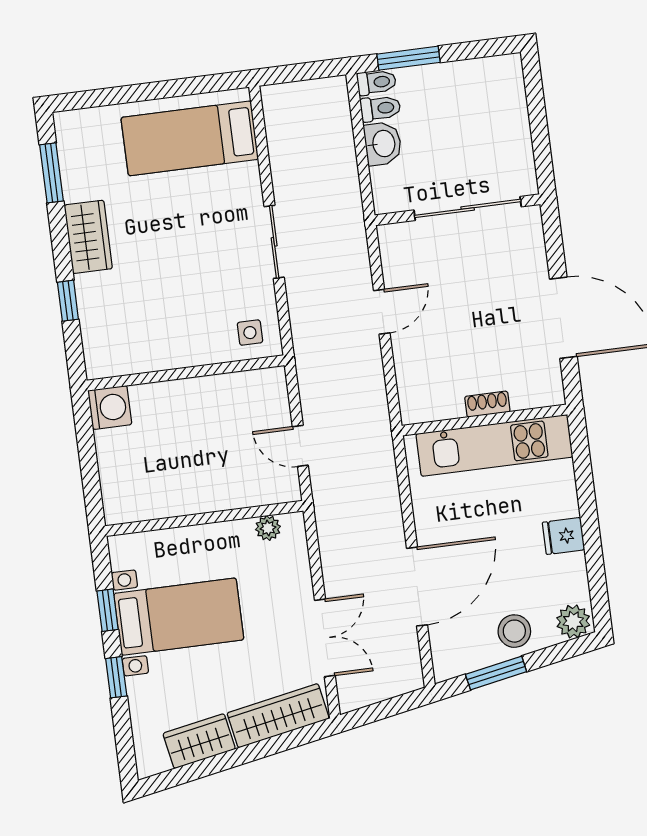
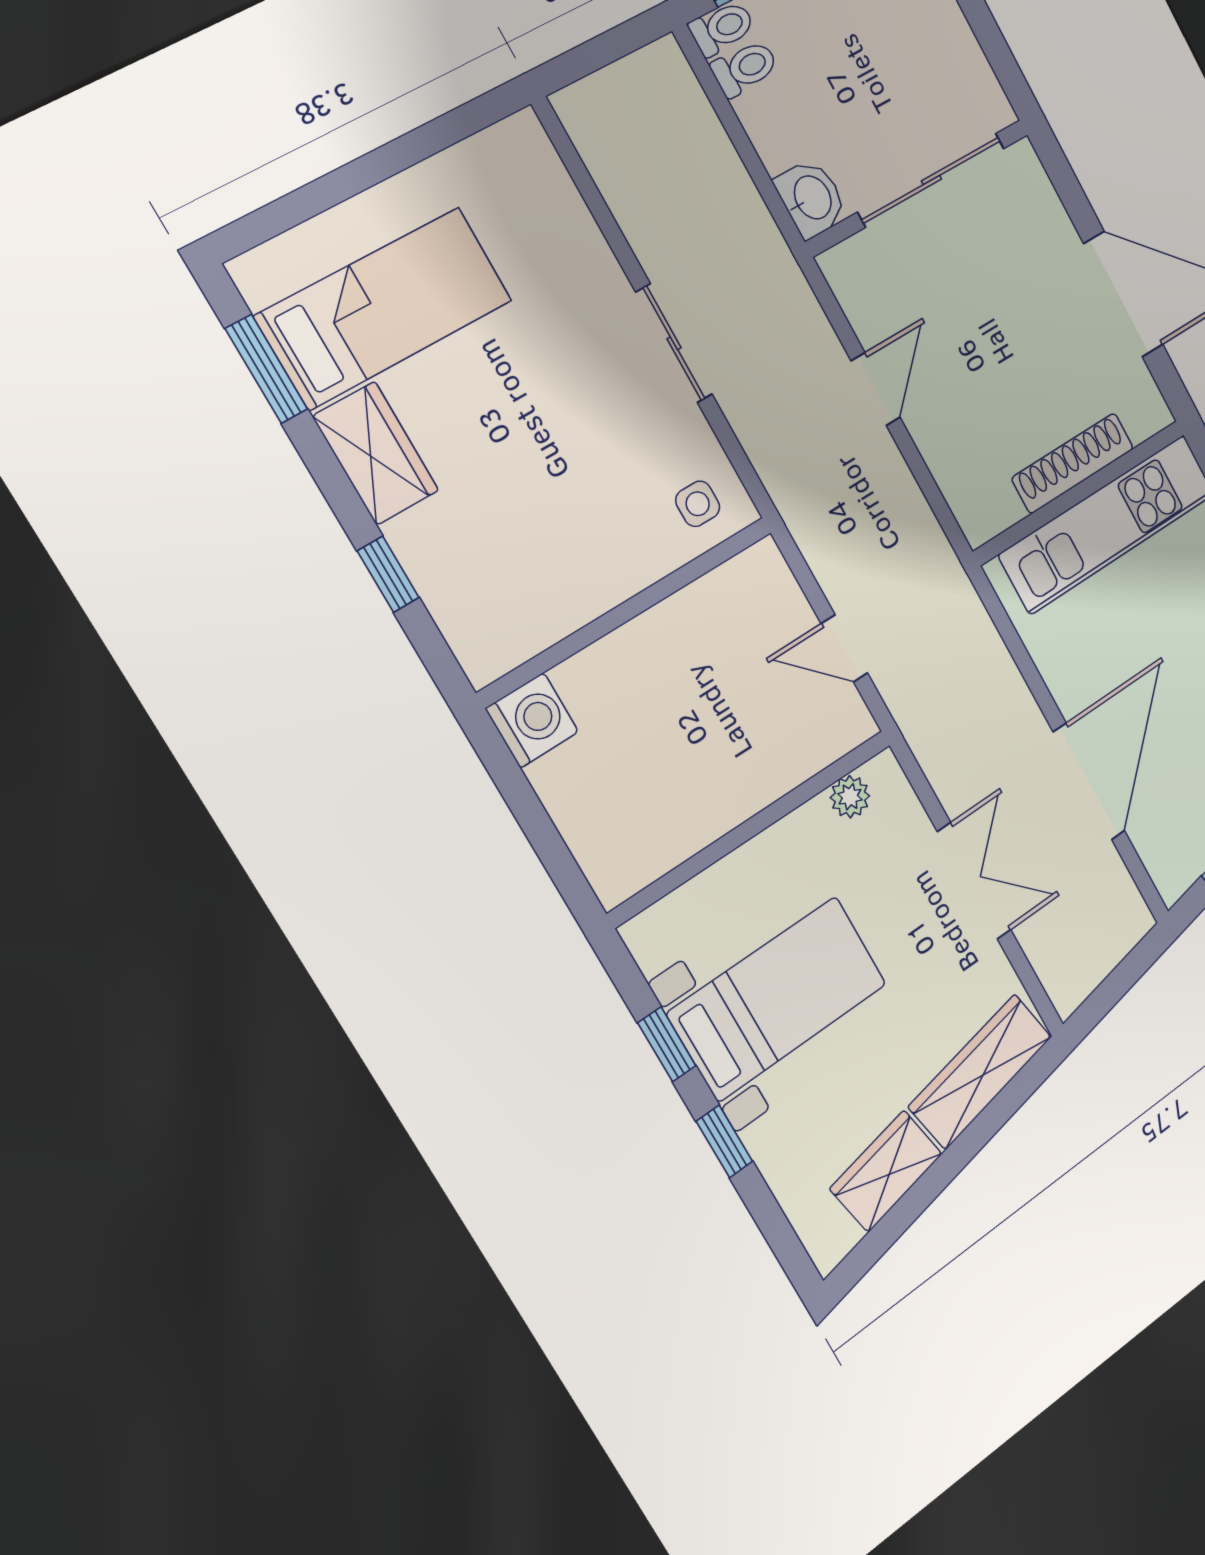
bed: (190, 138) -> (385, 308), moved, turned 180
washbasin: (383, 144) -> (811, 198), moved
shoe rack: (487, 404) -> (1073, 463), width x1.94, depth x1.24
double door: (325, 638) -> (974, 881), moved

